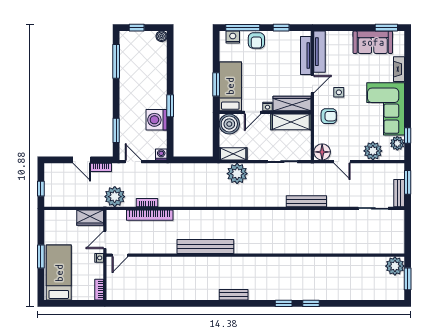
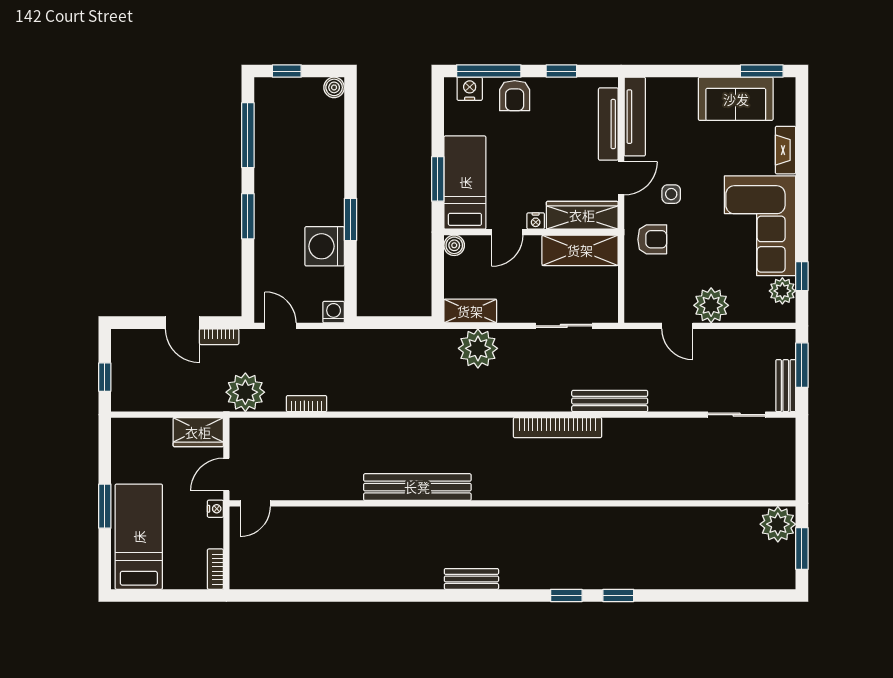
boiler: (229, 124) -> (454, 245), width x0.54, depth x0.54
window: (116, 130) -> (248, 216), moved
plant: (373, 151) -> (711, 305), moved
floor lamp: (322, 152) -> (639, 307), removed
bookcase: (150, 215) -> (558, 428), moved

